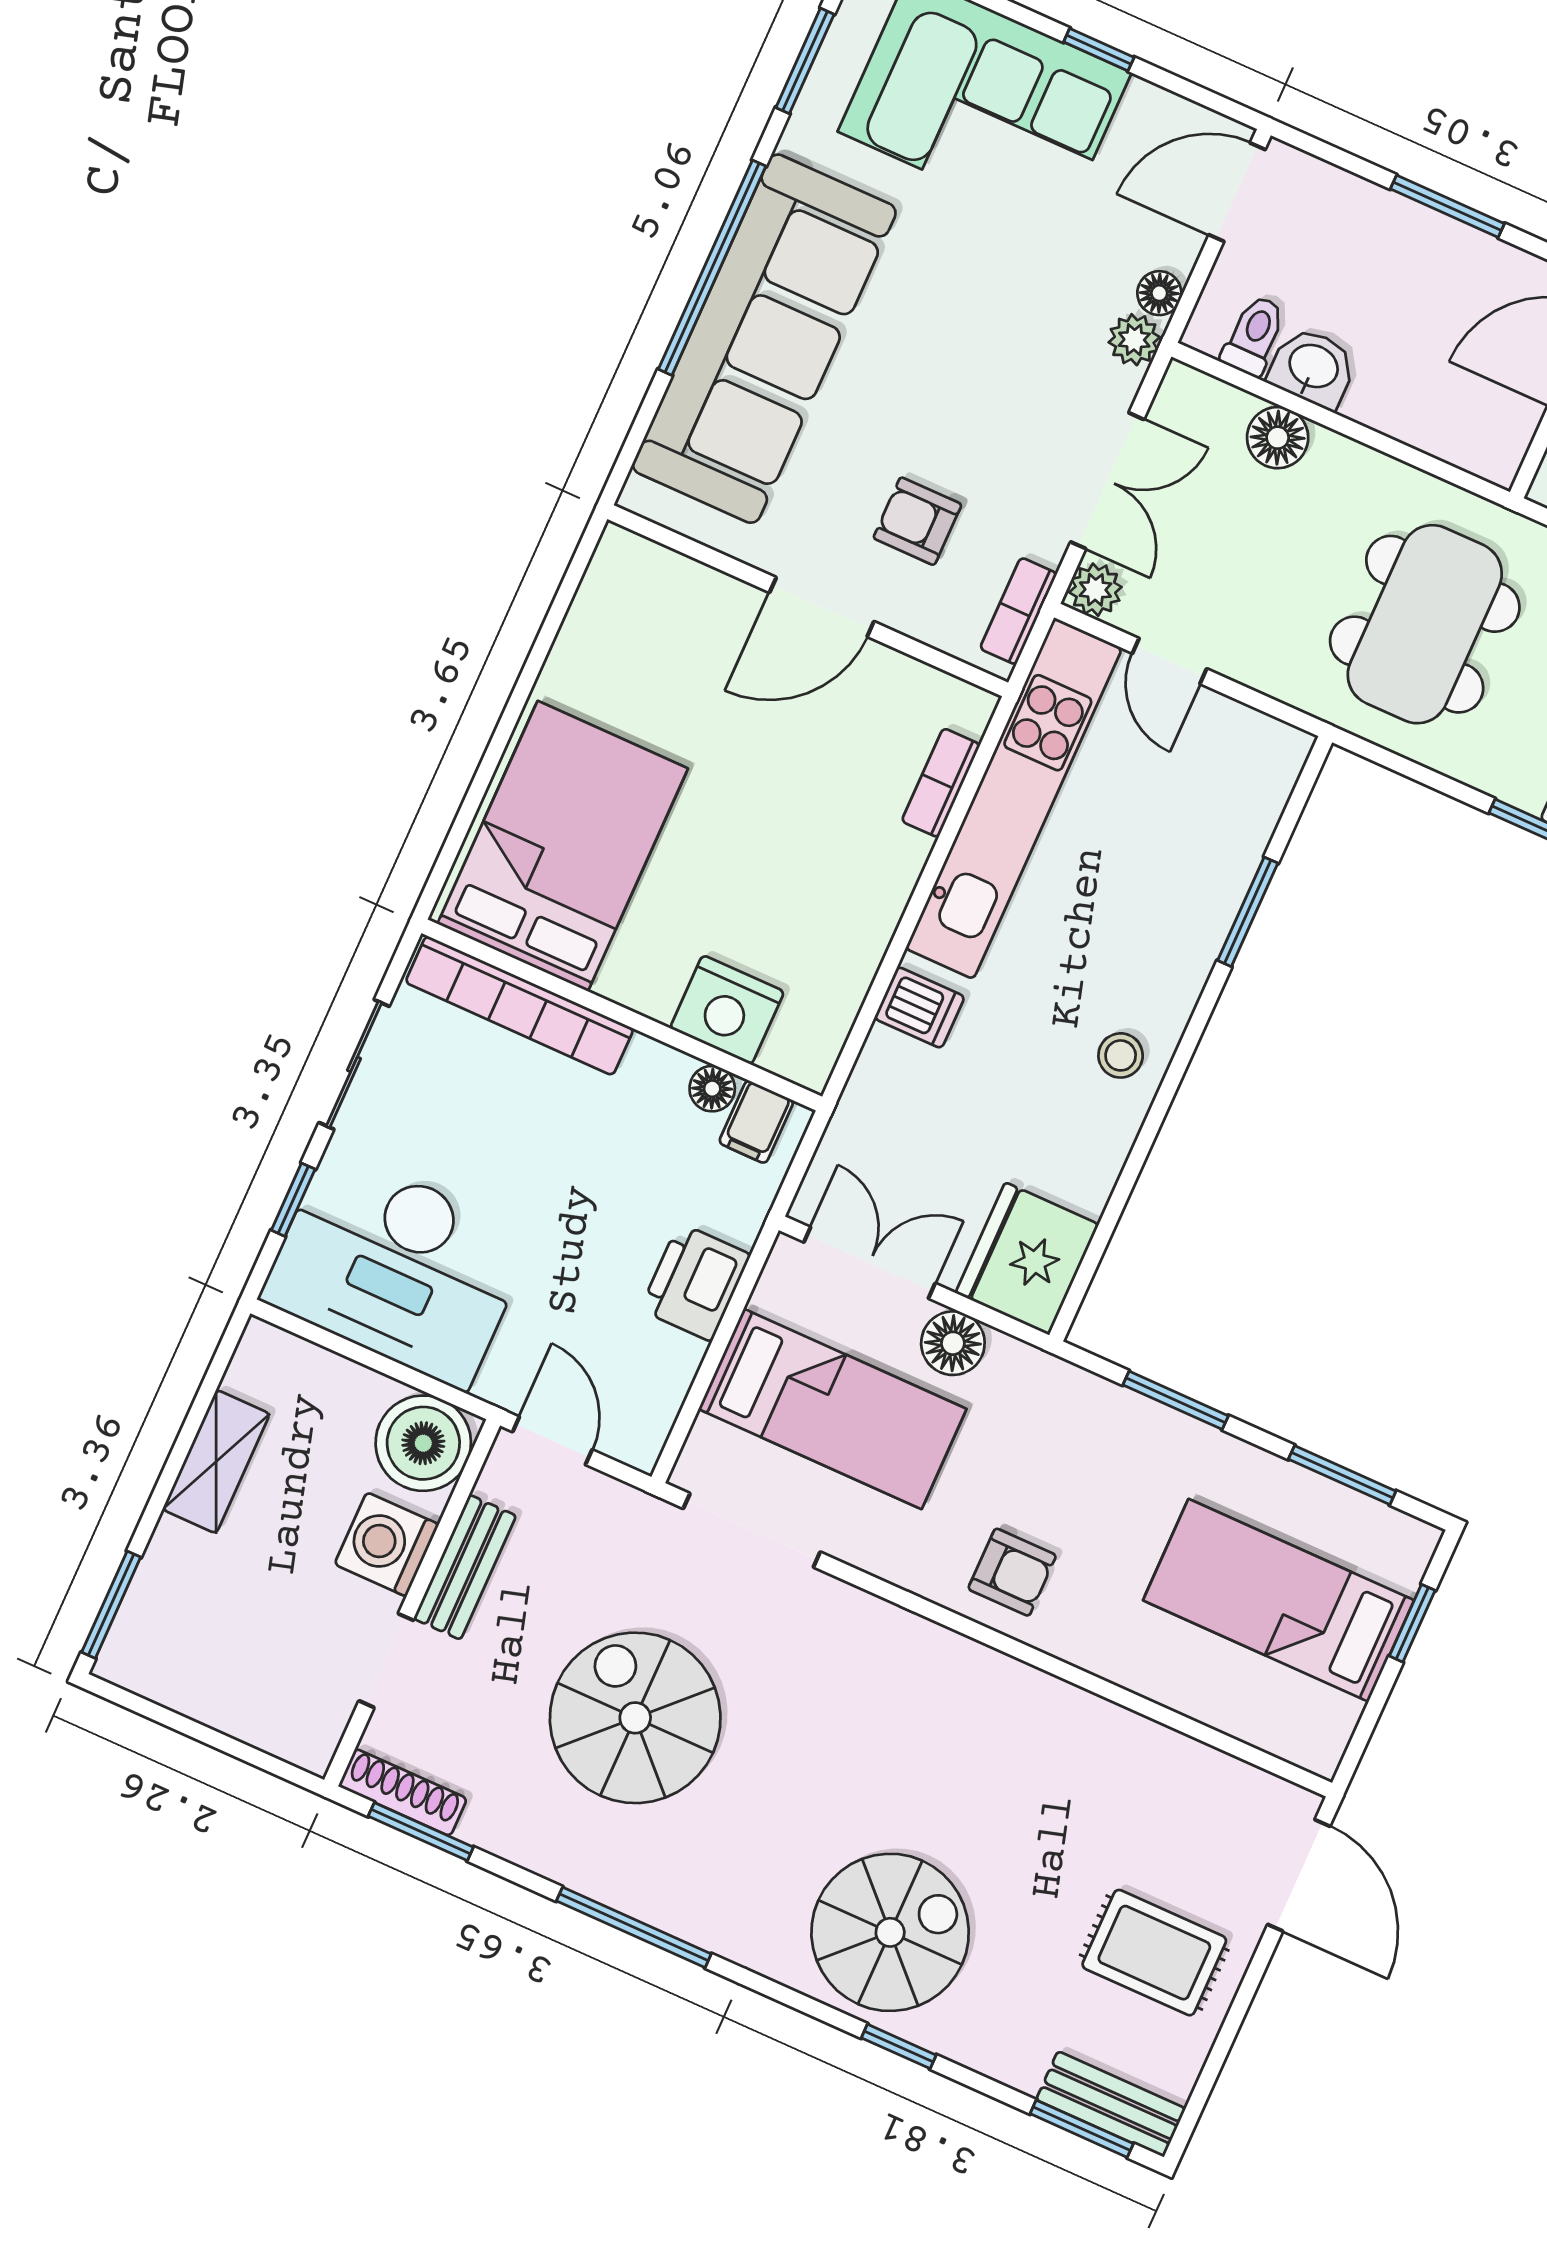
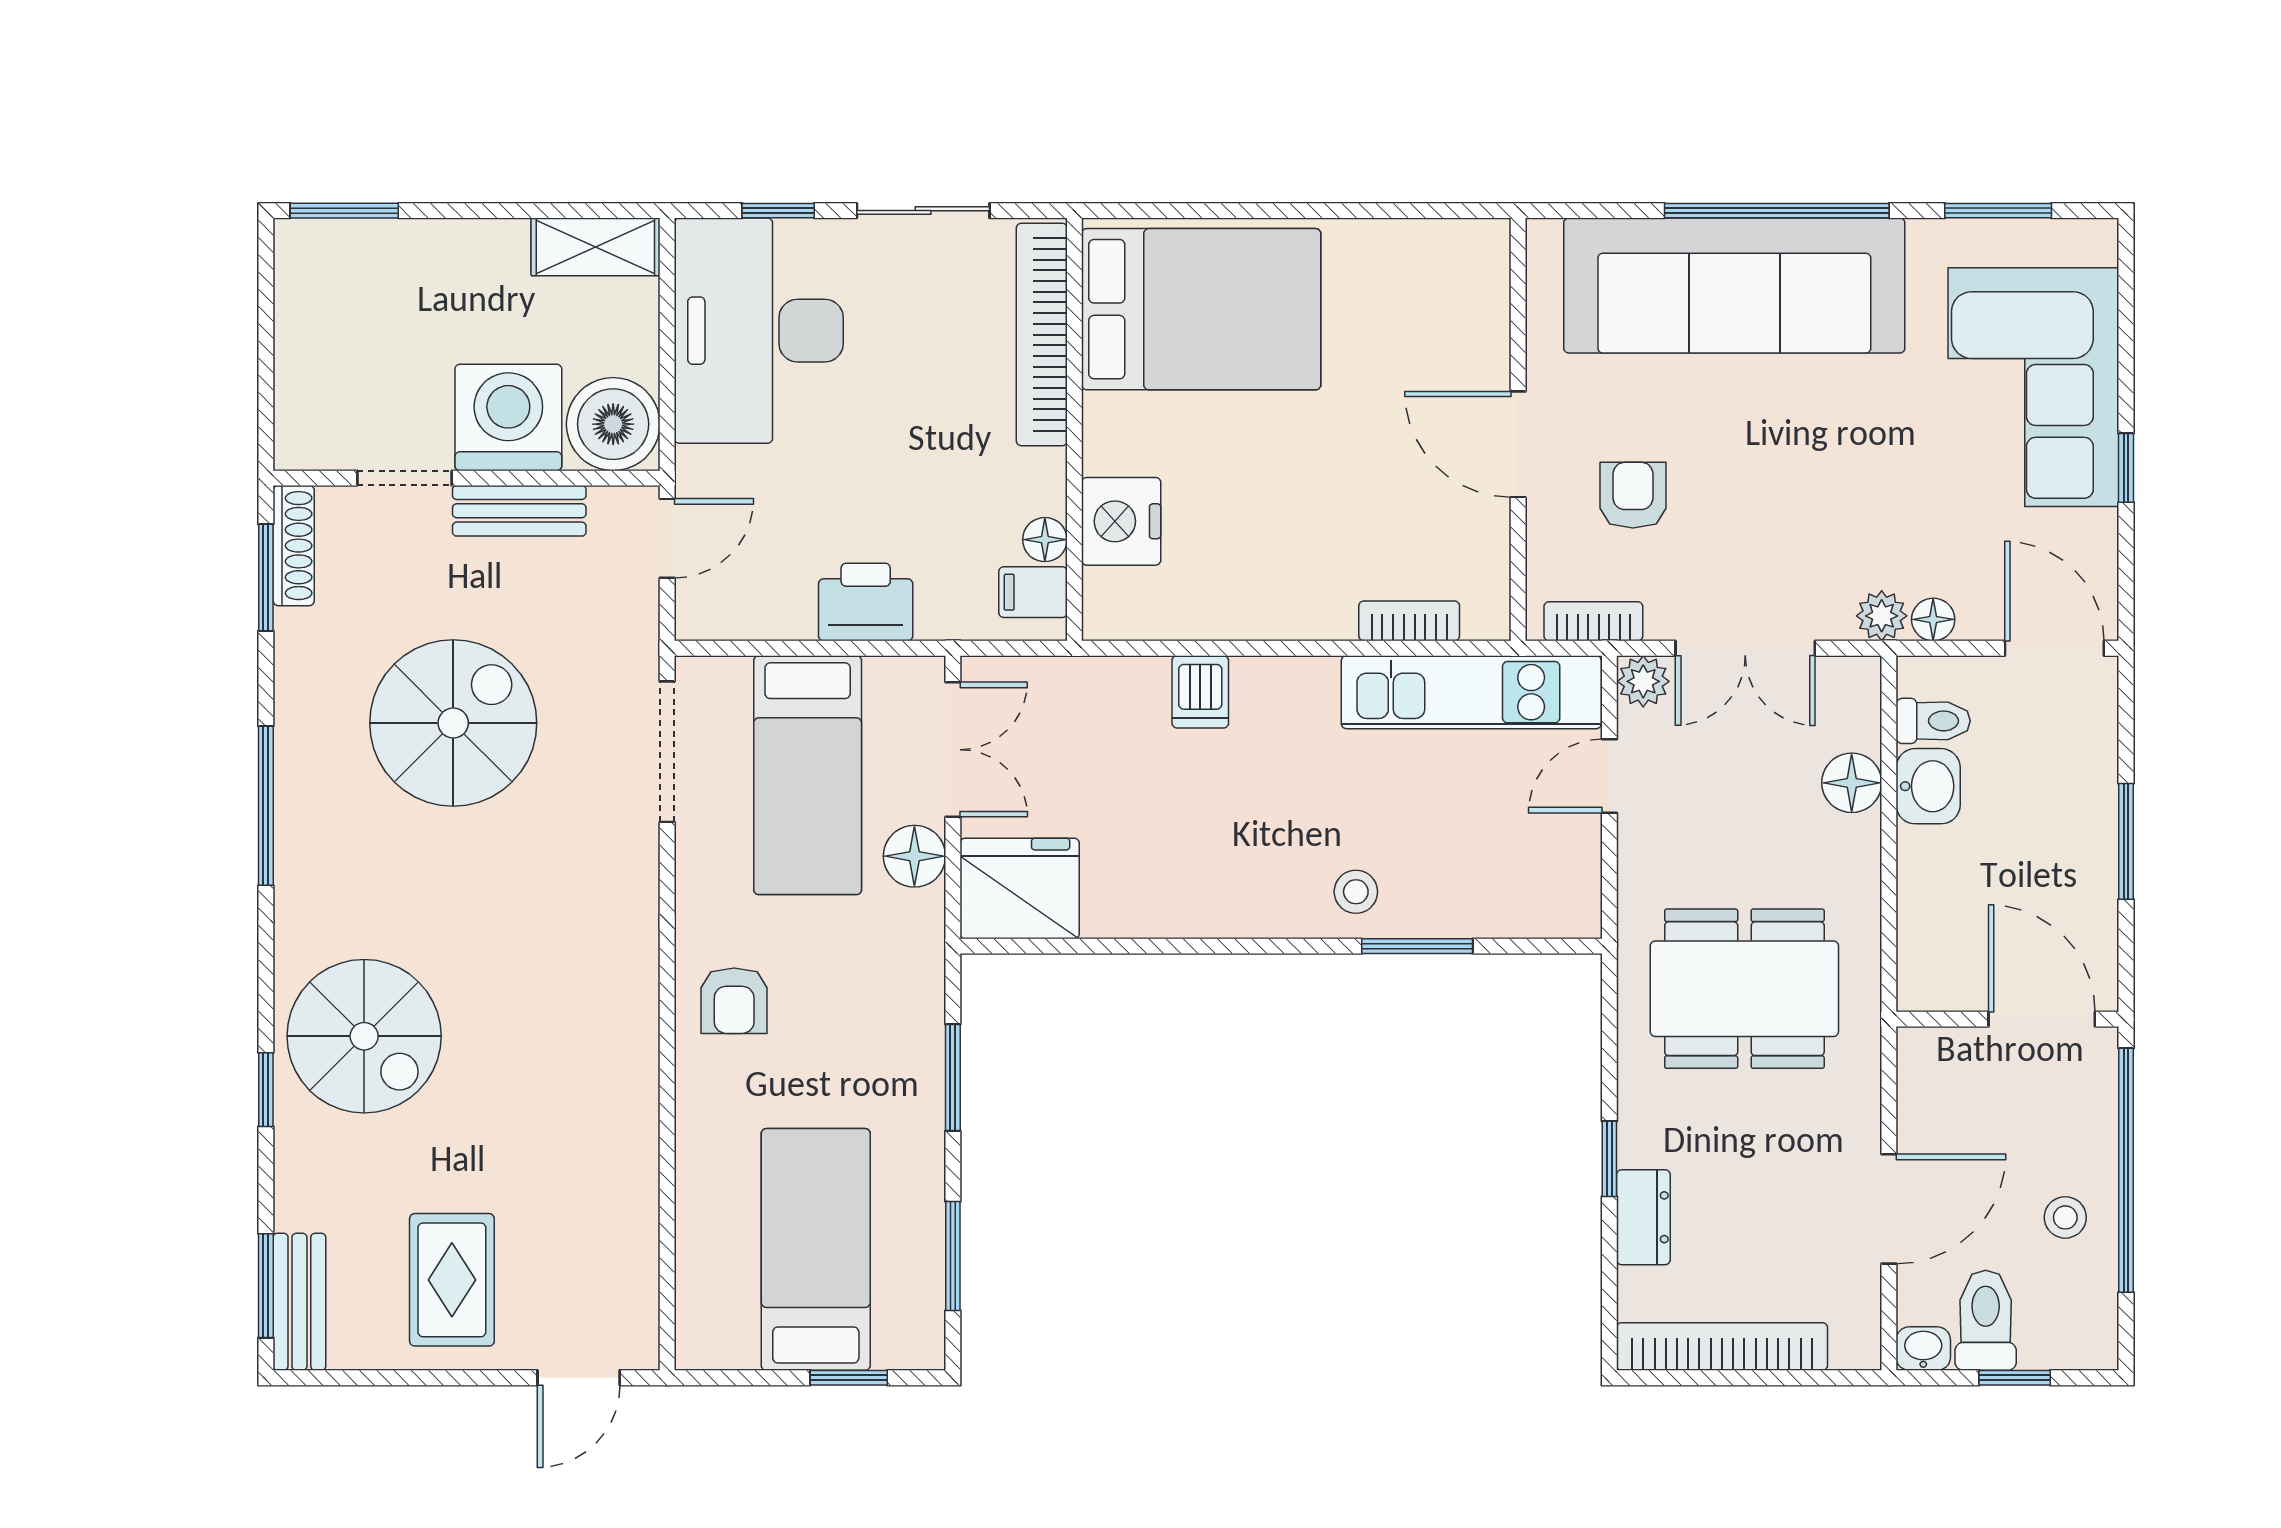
kitchen unit: (1014, 799) -> (1471, 692), width x0.73
stool: (1121, 1055) -> (1356, 892), moved
shelving: (216, 1462) -> (595, 247), moved
washing machine: (387, 1544) -> (508, 417), width x1.37, depth x1.37
door: (1299, 1875) -> (579, 1378), width x0.73

